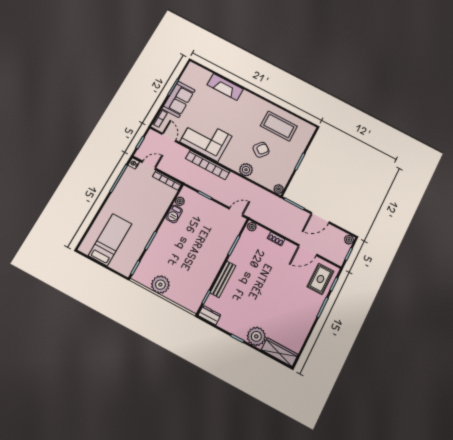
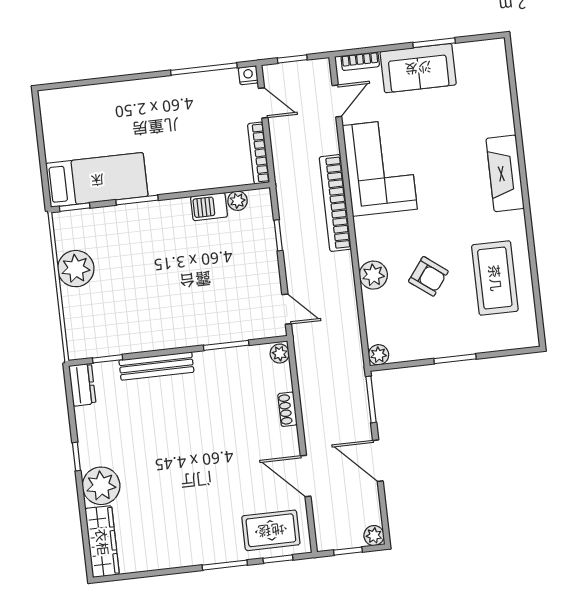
fireplace: (225, 87) -> (505, 173), moved
bed: (110, 240) -> (97, 180), moved

